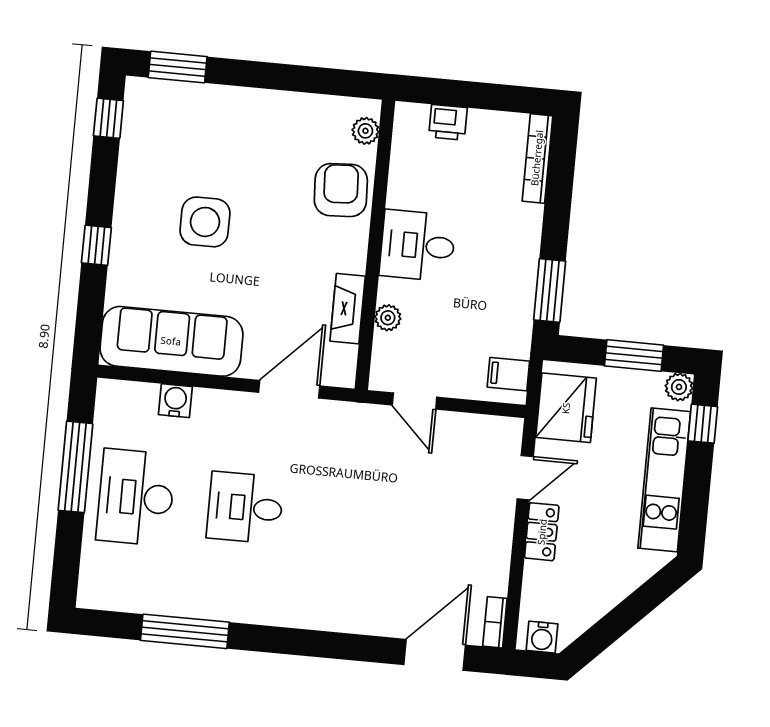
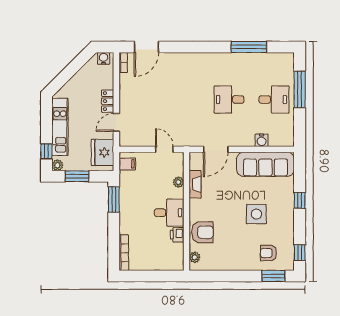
printer: (448, 122) -> (177, 235), moved, turned -90
armchair: (185, 124) -> (268, 253), added
armchair: (341, 190) -> (202, 232), turned -87
window: (75, 467) -> (300, 89), moved
desk: (136, 497) -> (274, 100), width x0.73
desk: (245, 508) -> (229, 100), turned 180

